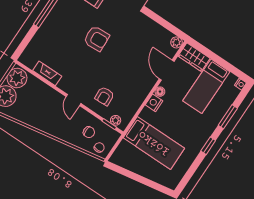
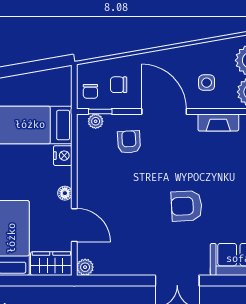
side table: (39, 100) -> (207, 83), added
door: (73, 100) -> (164, 111), width x1.88
nightstand: (154, 103) -> (63, 156), moved
chair: (99, 147) -> (90, 91), moved

